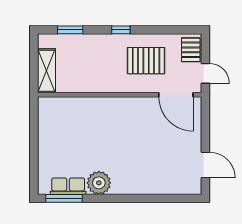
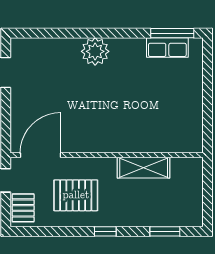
shelving: (46, 71) -> (144, 168), moved, turned 90
door: (176, 95) -> (41, 155), hinge flipped
plant: (99, 183) -> (95, 51), moved

